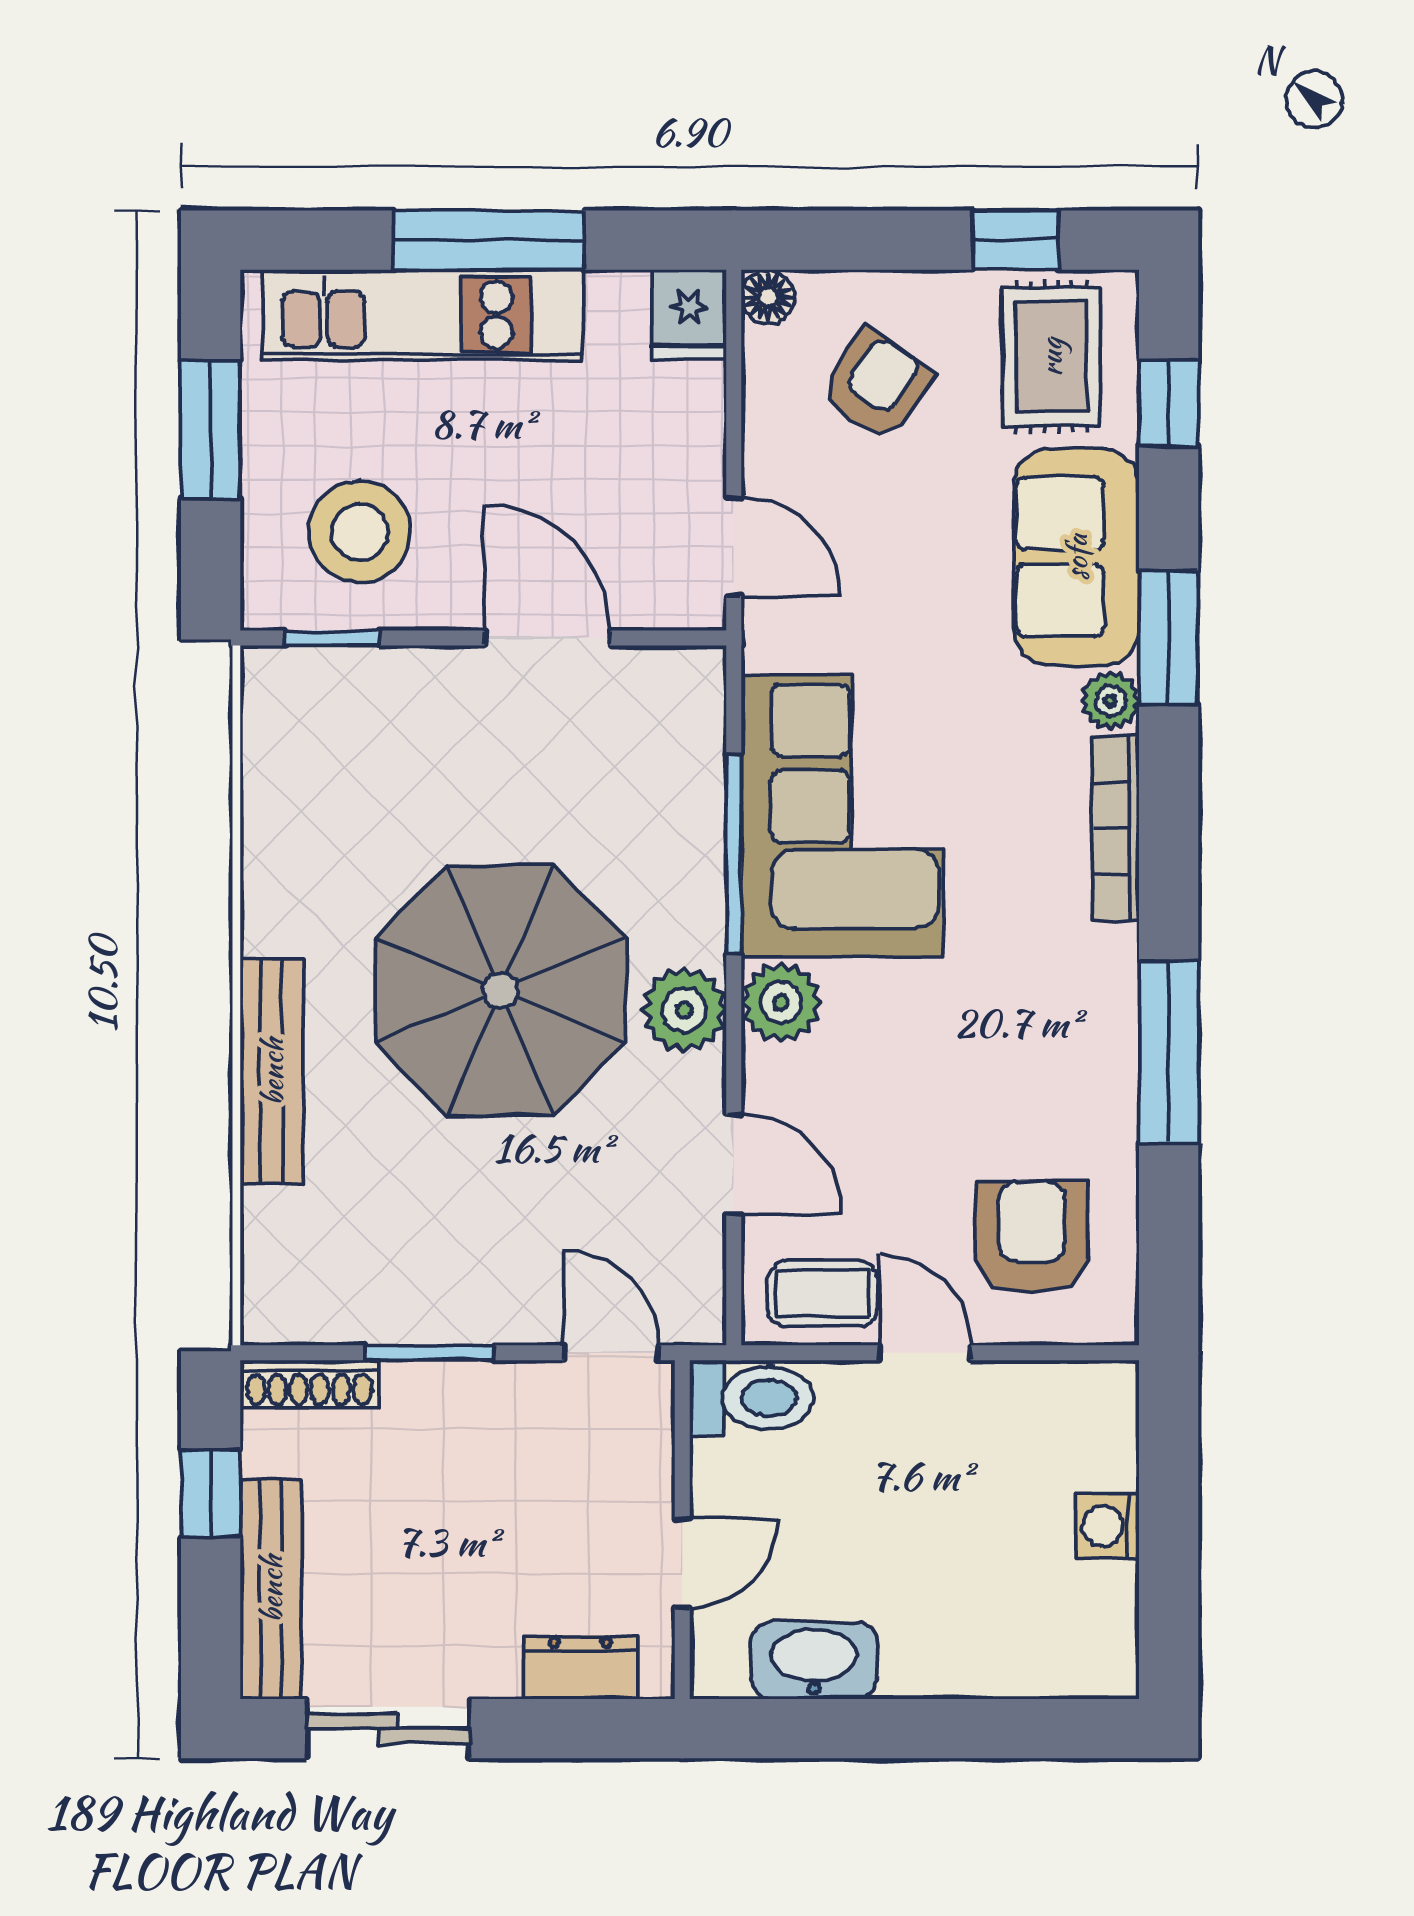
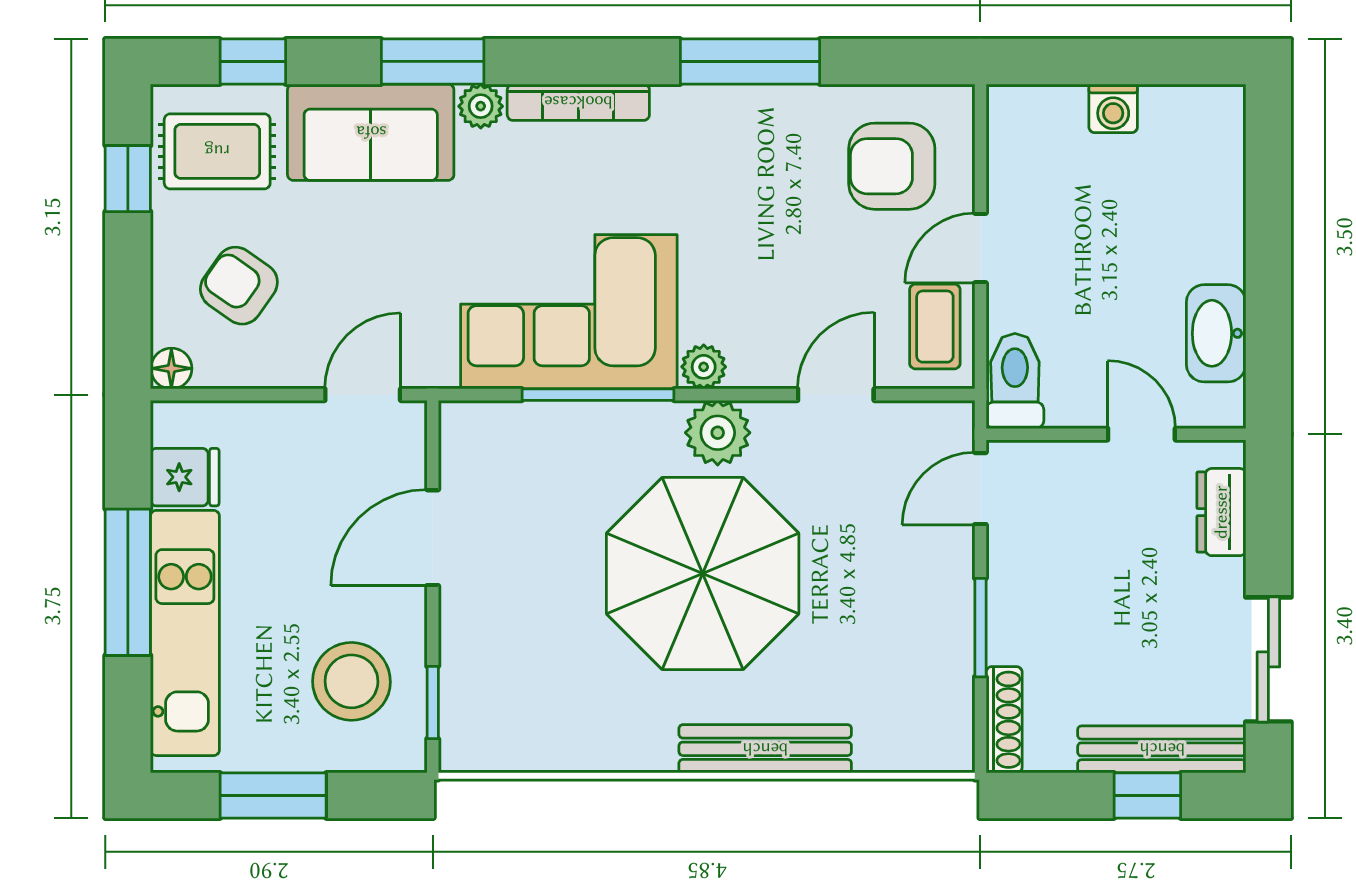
fridge: (689, 314) -> (185, 477), moved
plant: (781, 1002) -> (704, 367), width x0.73, depth x0.73
window: (211, 1493) -> (1147, 796), moved

